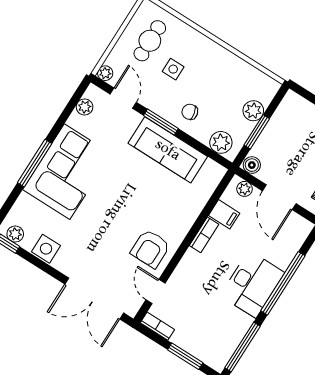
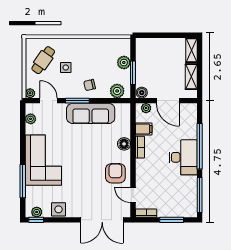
cafe table: (150, 41) -> (43, 60), turned 35
window: (35, 163) -> (23, 181), moved
floor lamp: (186, 217) -> (124, 144), added
armchair: (150, 249) -> (115, 173), turned 180

